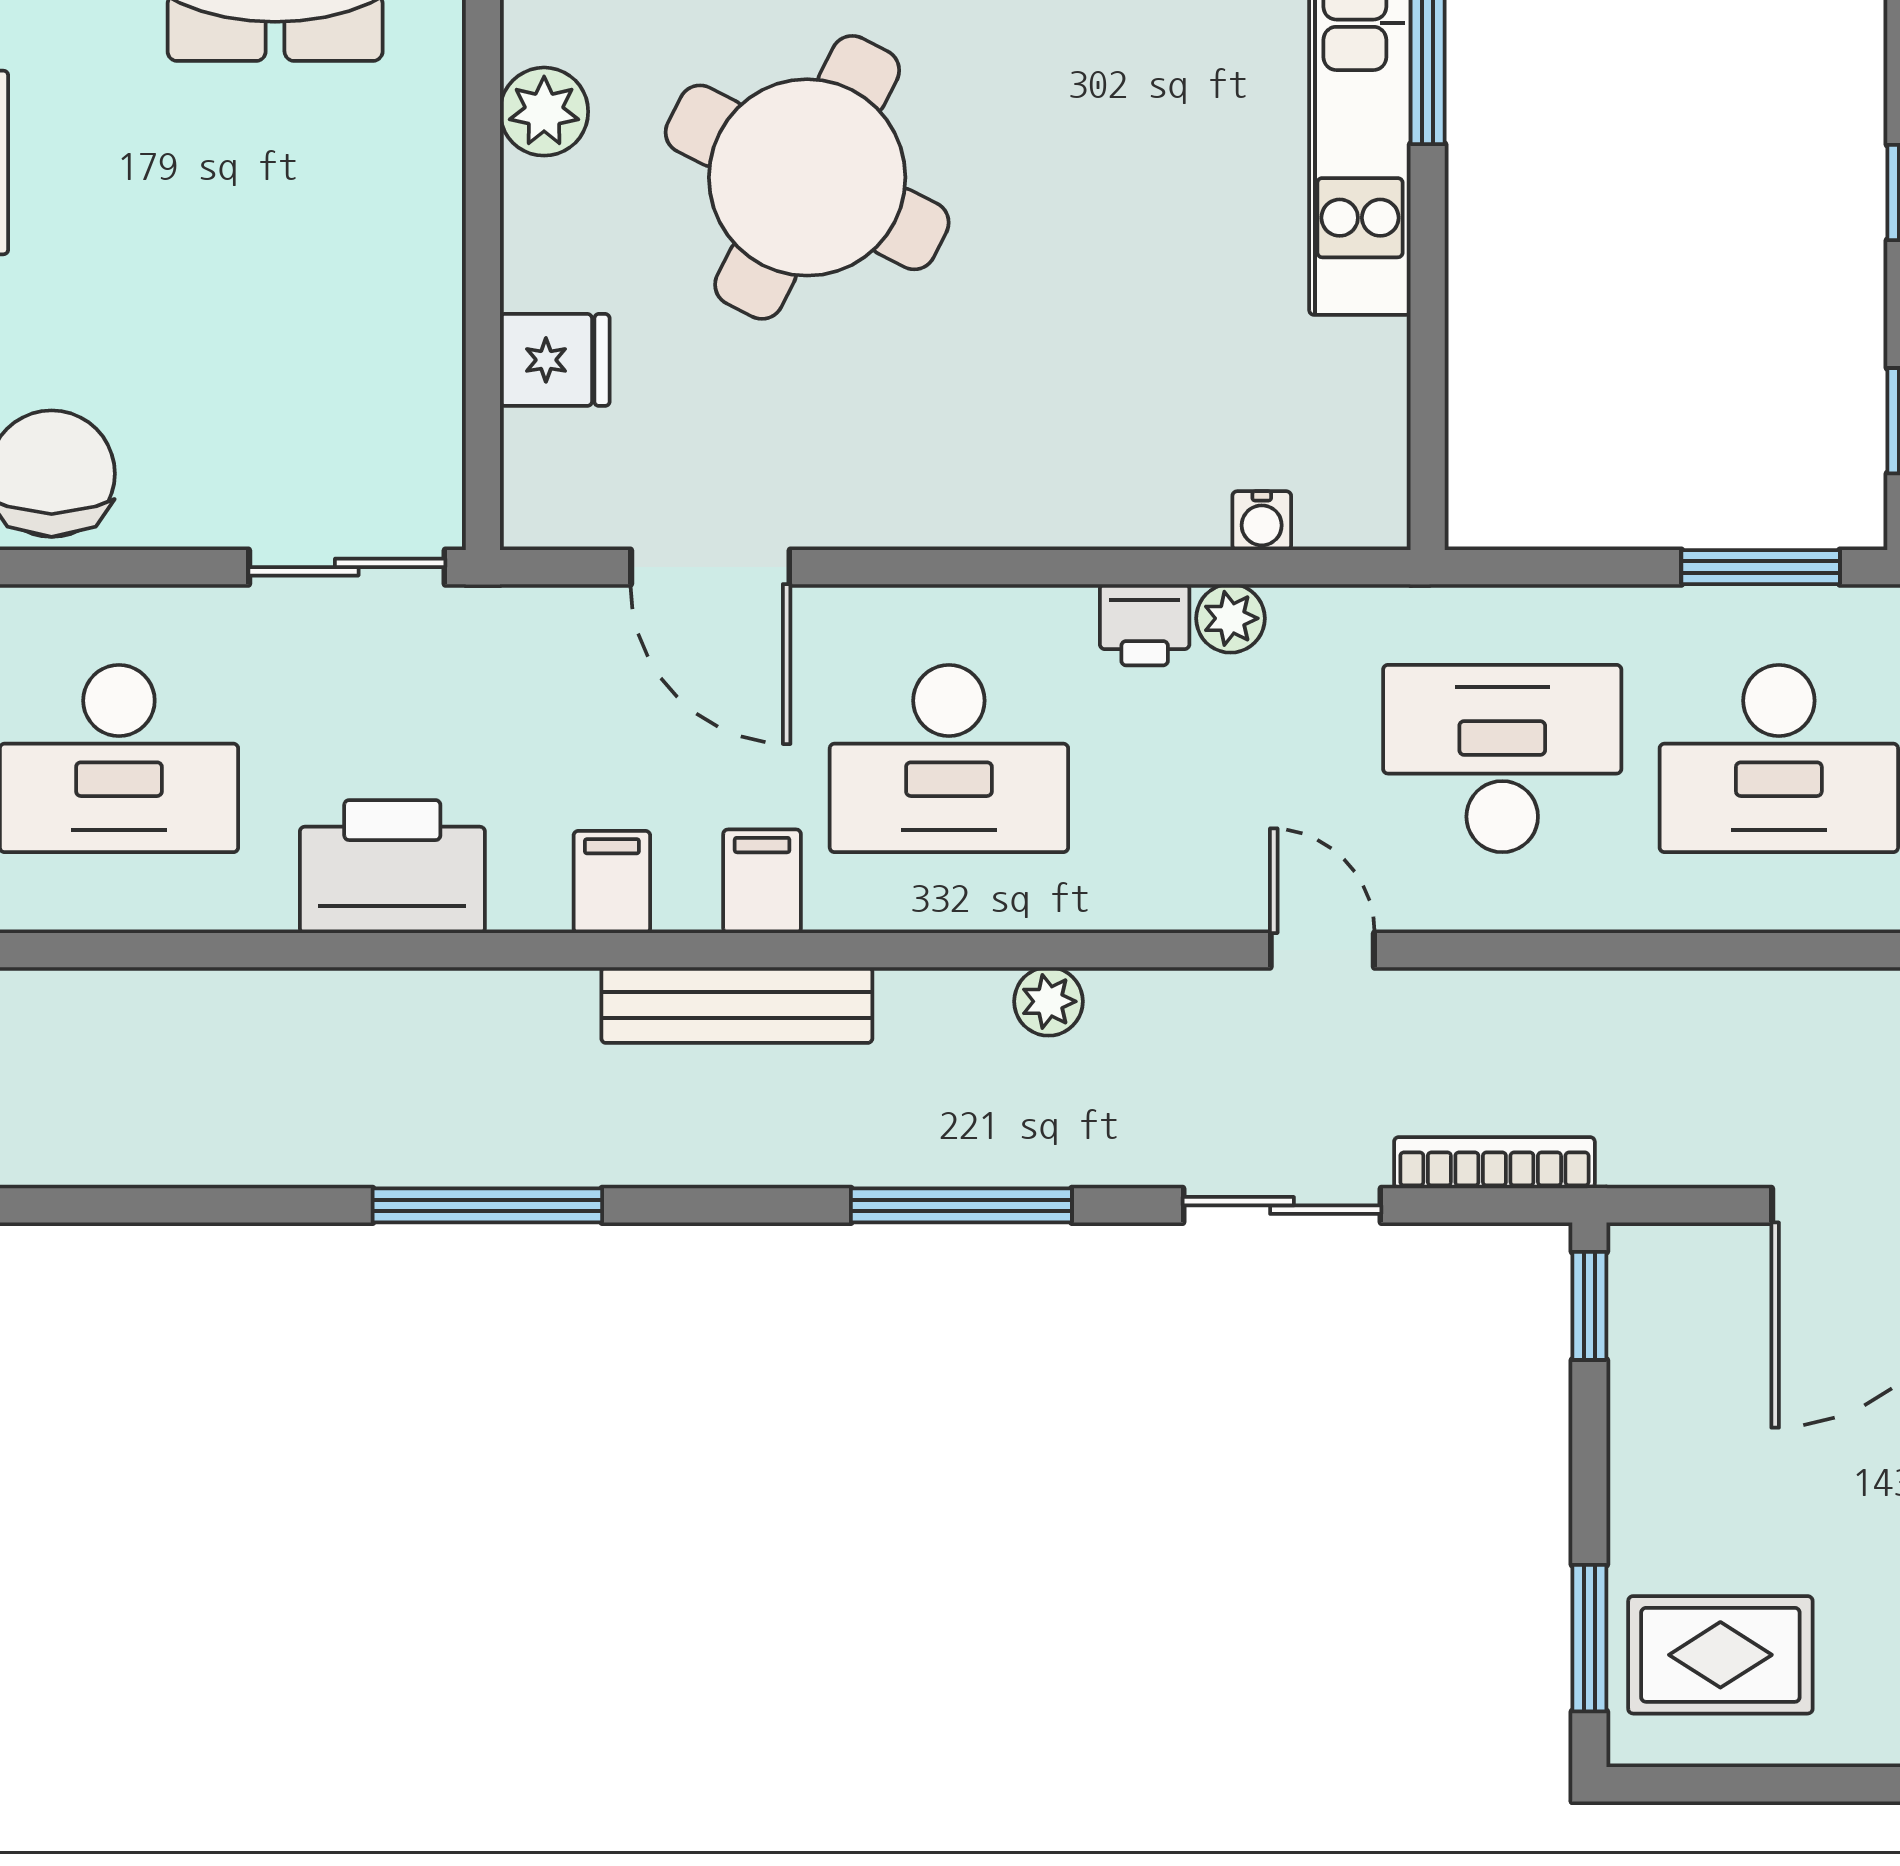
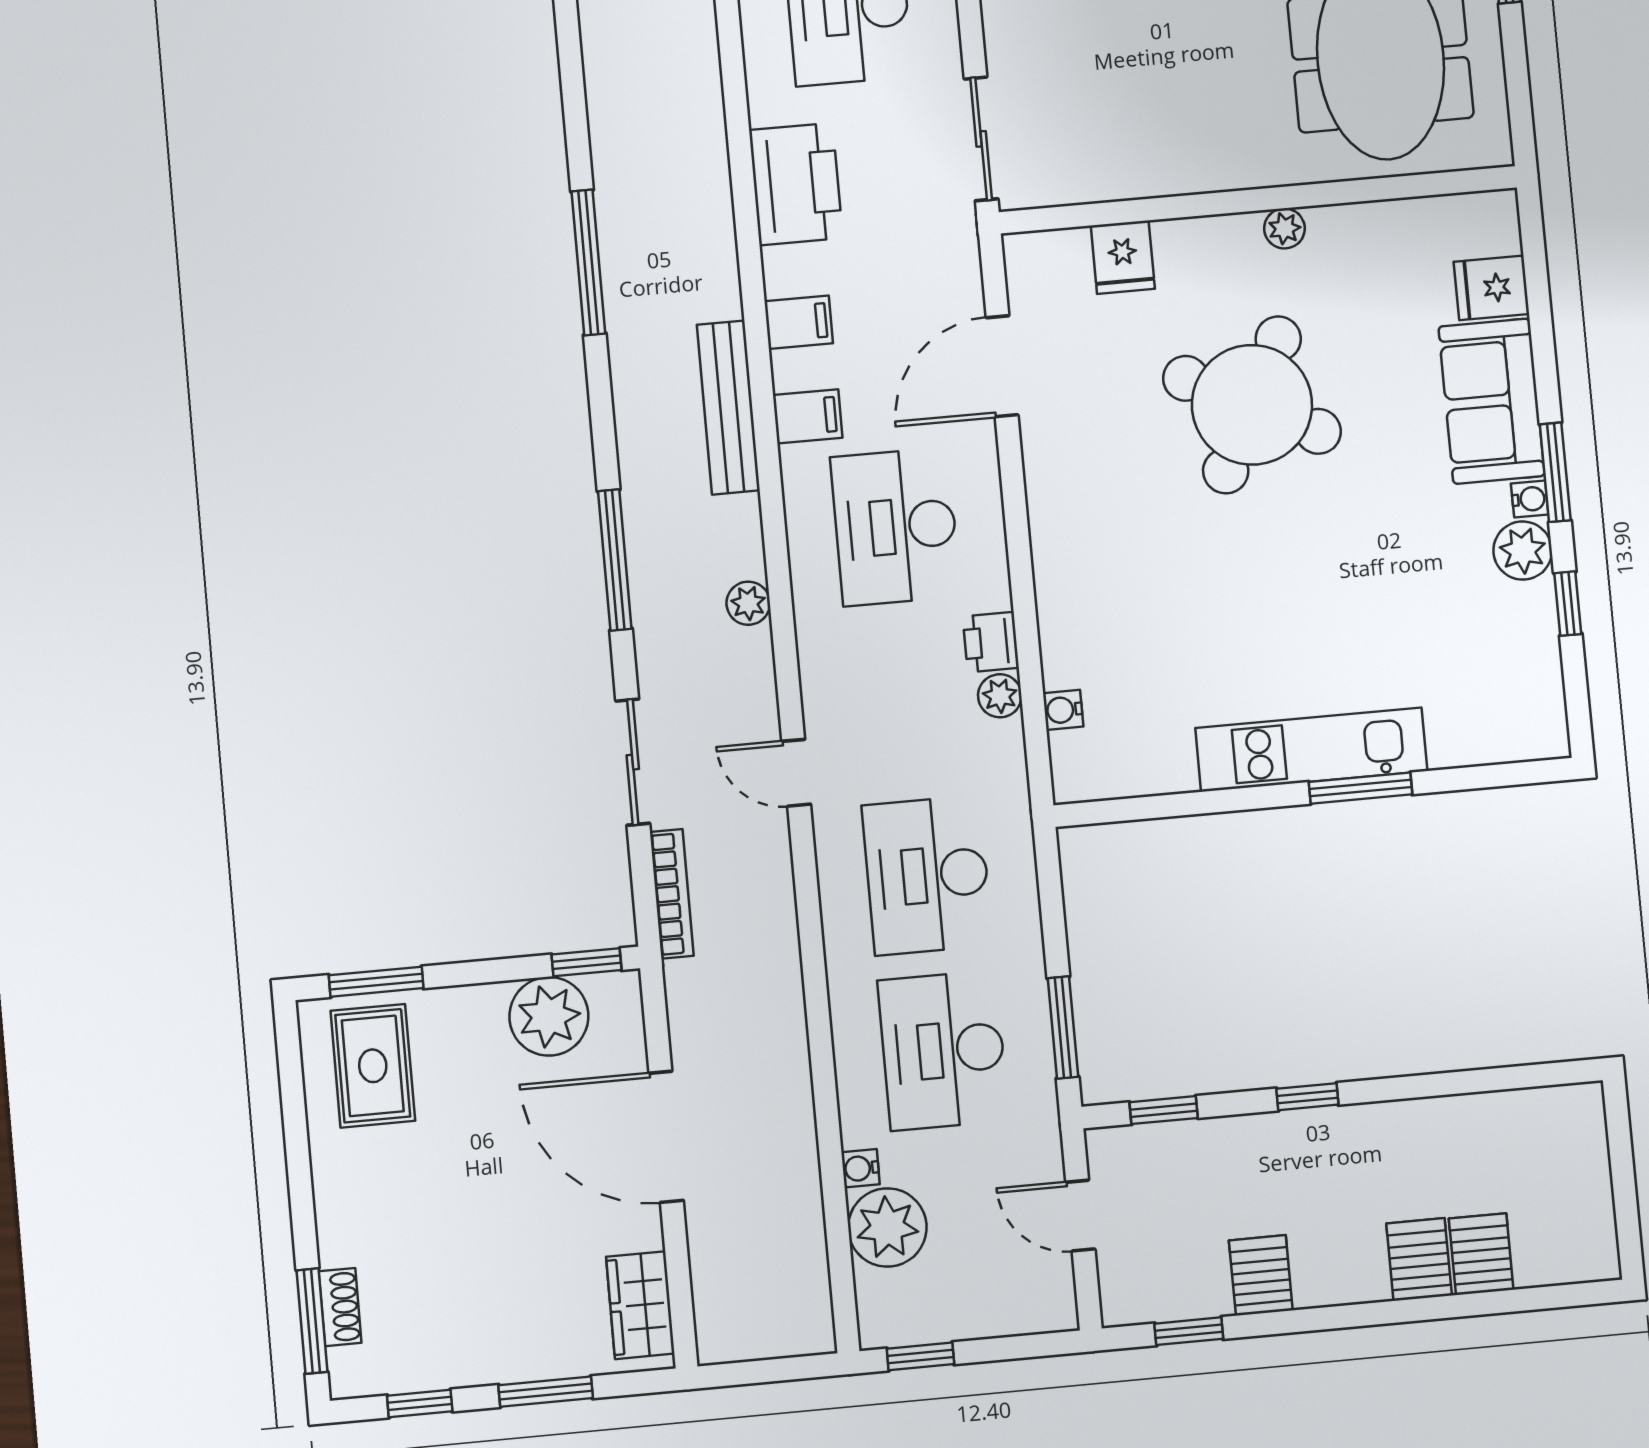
plant: (544, 112) -> (1284, 228), width x0.73, depth x0.73
desk: (1502, 759) -> (927, 875), turned 180
door: (1322, 950) -> (796, 773), swing flipped
plant: (1668, 1372) -> (549, 1016), added

